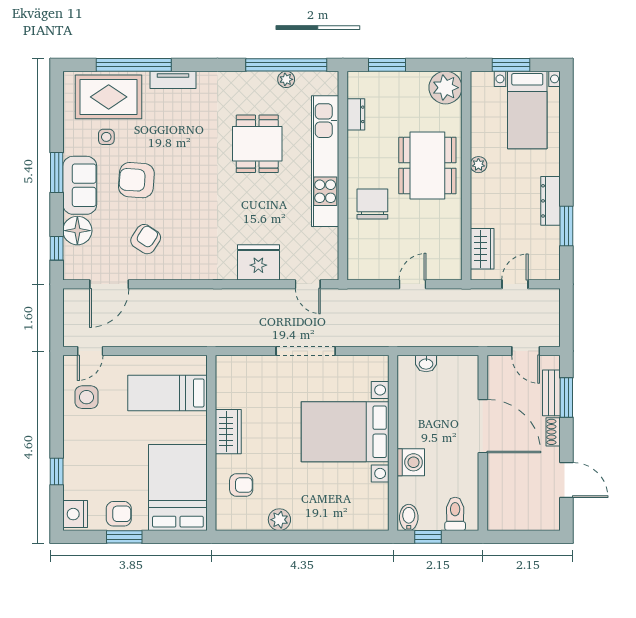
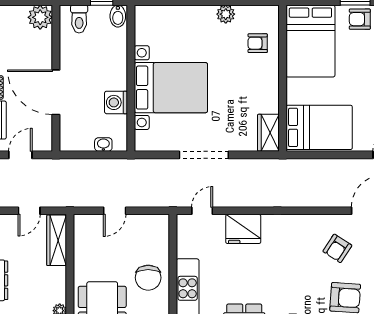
wardrobe: (482, 249) -> (57, 240), width x1.50
door: (308, 284) -> (202, 211), hinge flipped
door: (526, 351) -> (20, 155), hinge flipped
bed: (167, 393) -> (319, 127), width x1.50
wardrobe: (228, 432) -> (268, 133), moved
washing machine: (411, 462) -> (116, 102), moved
plant: (502, 516) -> (40, 17), added

